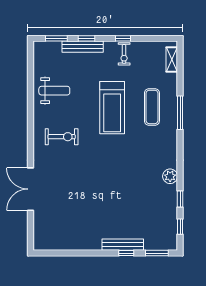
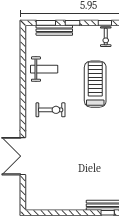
bench: (83, 47) -> (54, 30), moved
treadmill: (112, 108) -> (95, 84), turned 180

